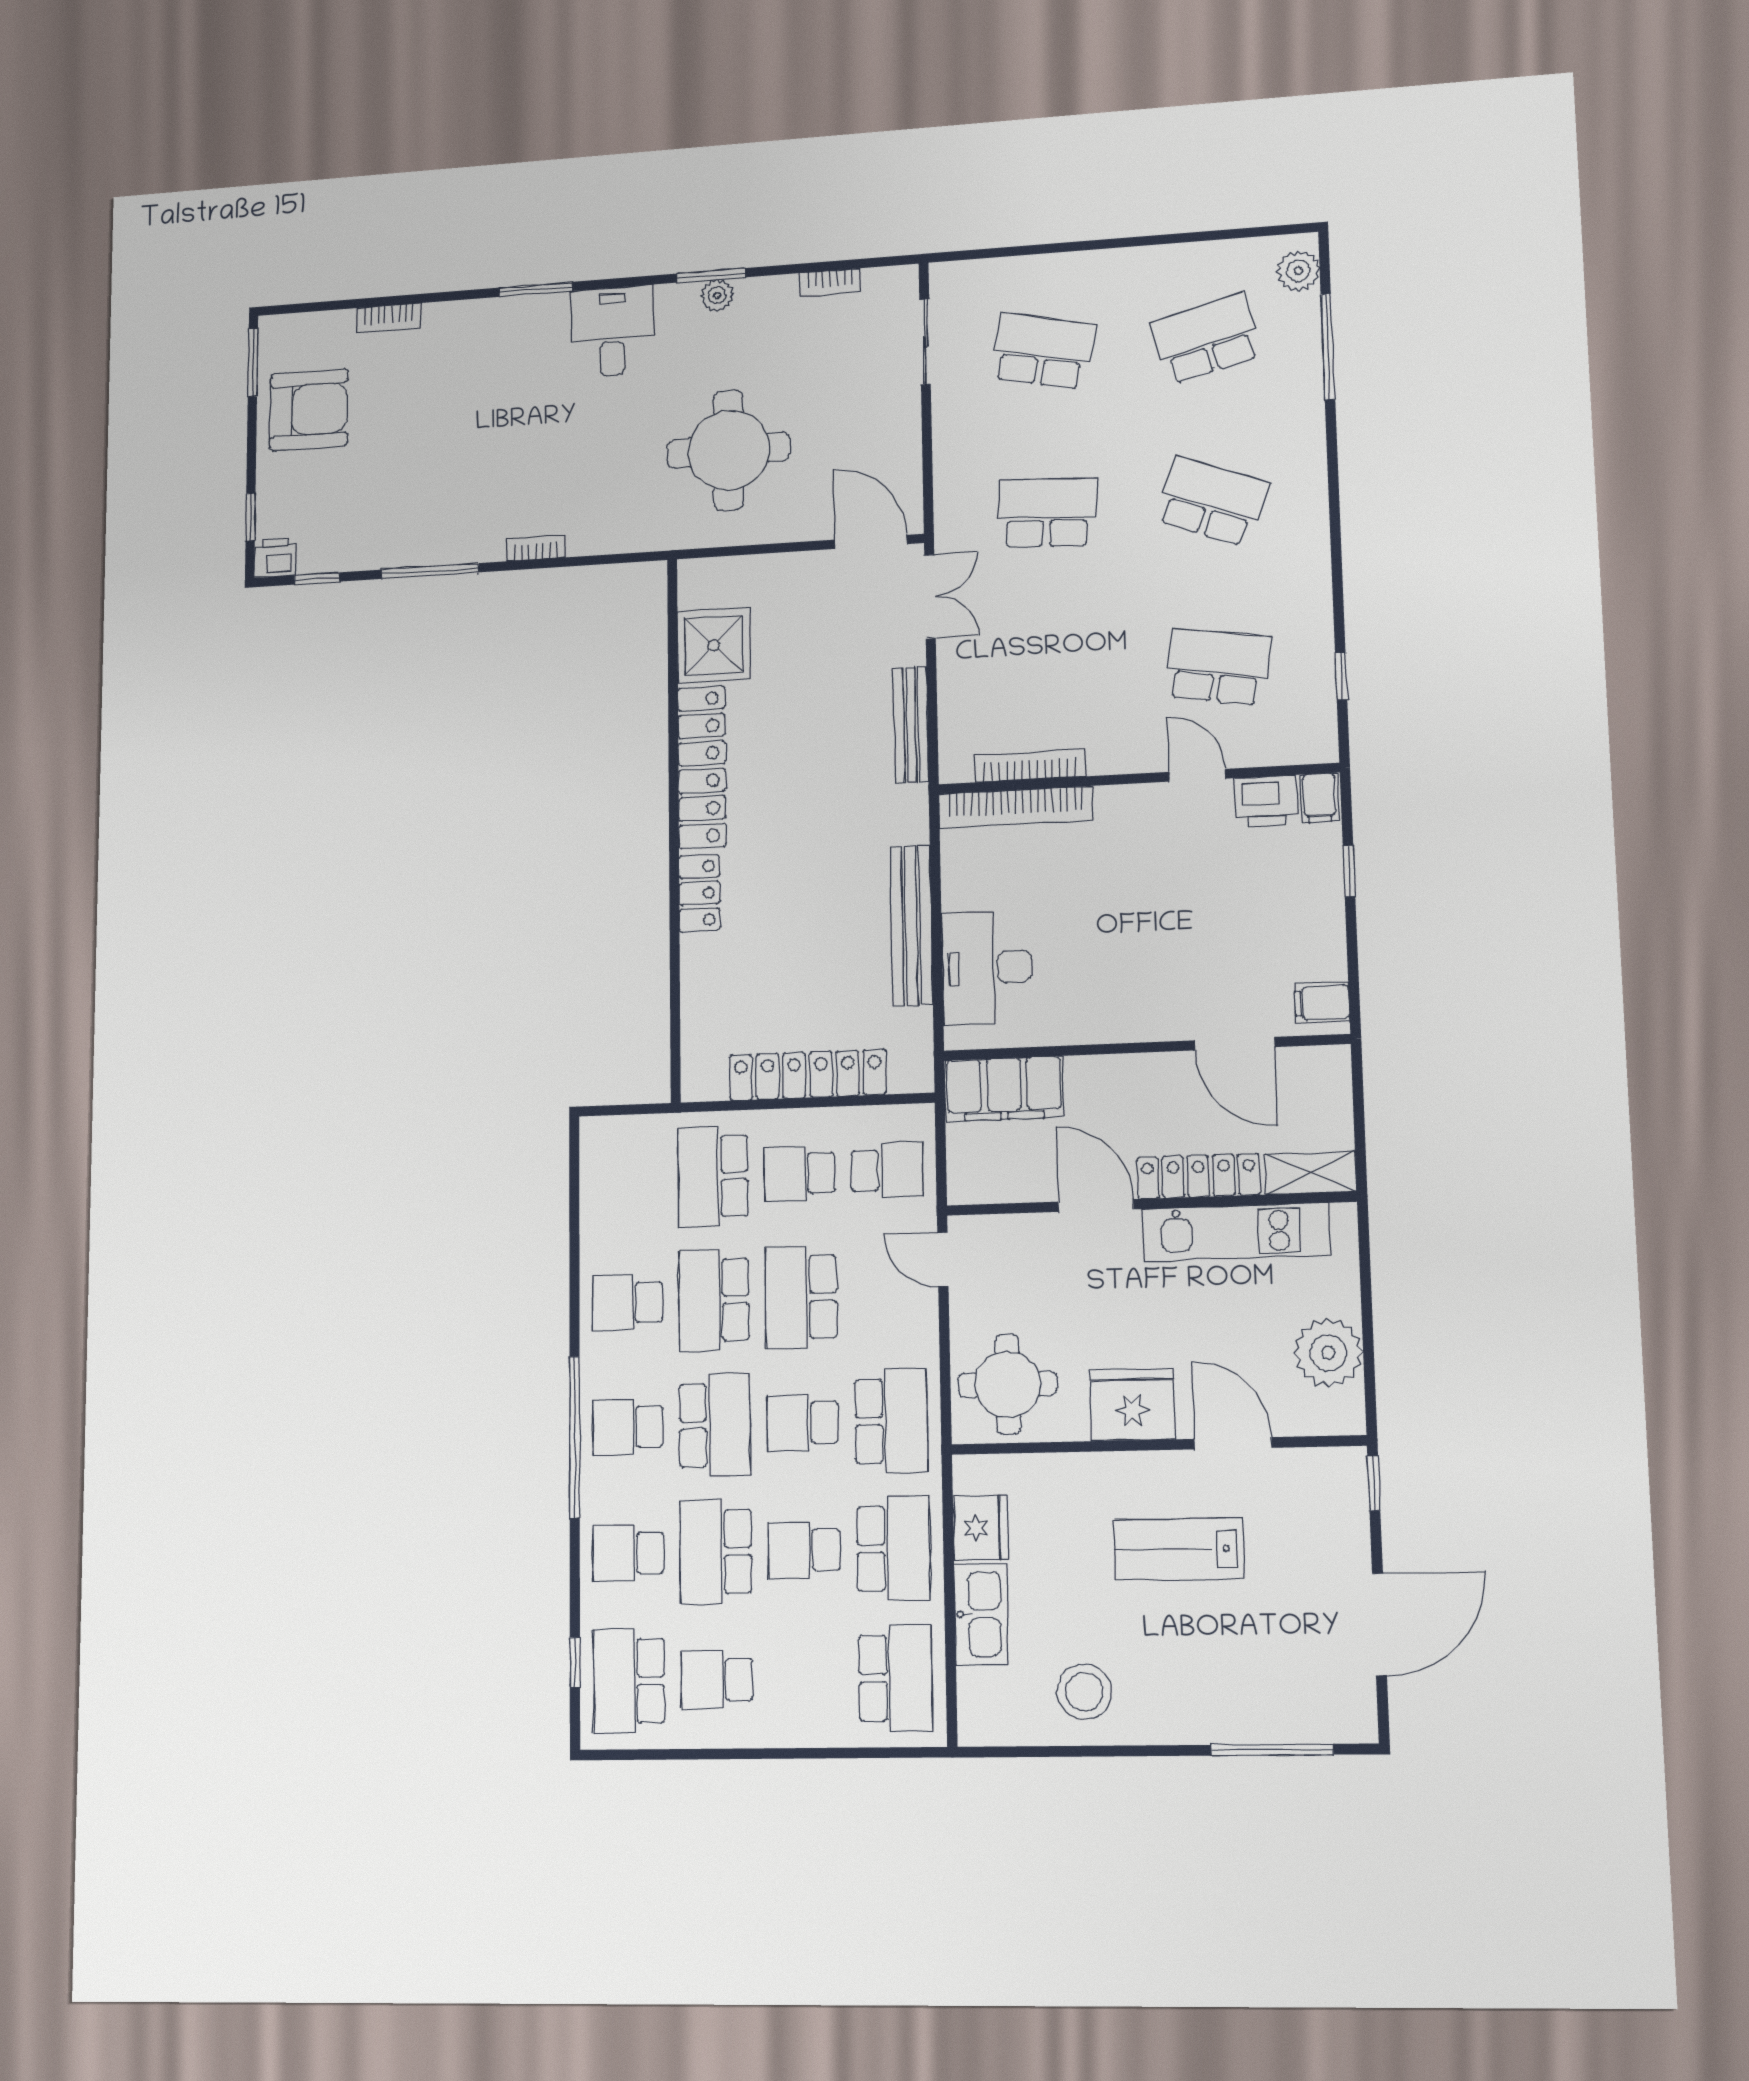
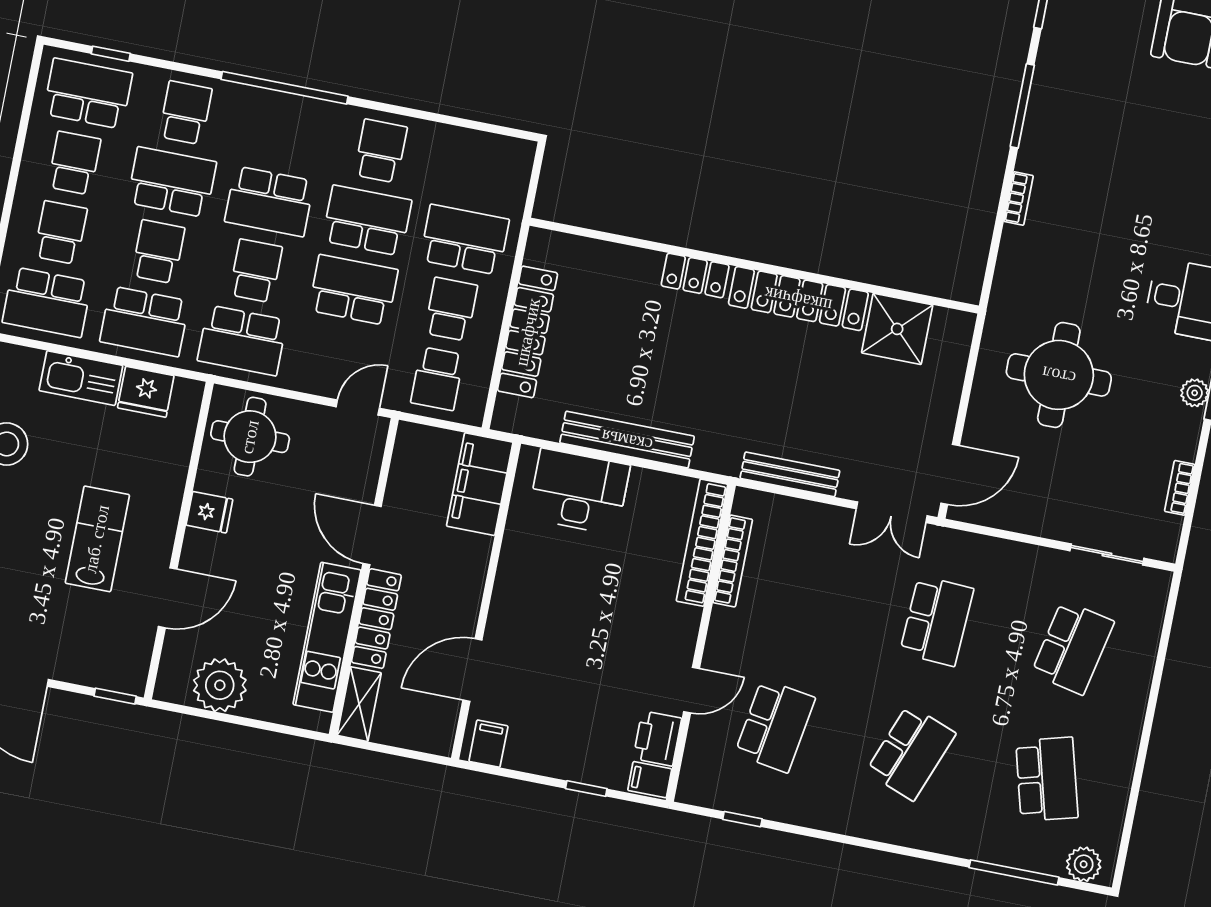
door: (1096, 1206) -> (372, 535), swing flipped
fridge: (1132, 1405) -> (209, 512), width x0.53, depth x0.75
school desk: (628, 1427) -> (61, 233), moved

